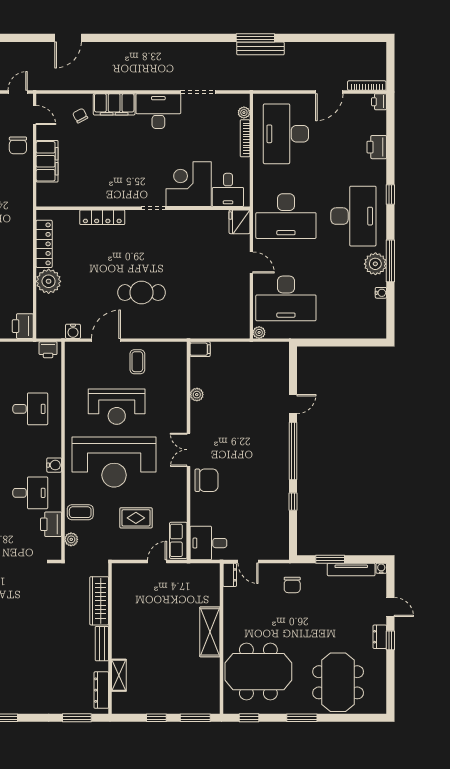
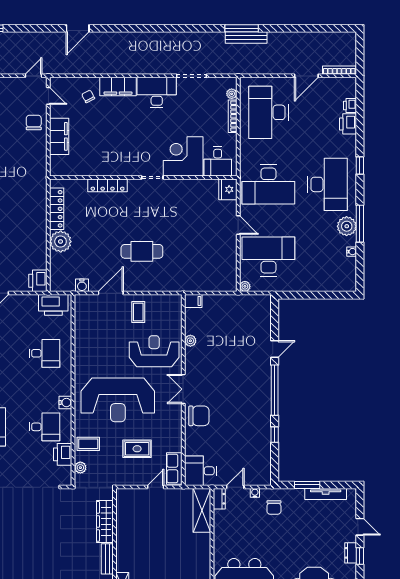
printer: (379, 102) -> (350, 106), moved
chair: (18, 145) -> (34, 122), turned 180
desk: (286, 298) -> (268, 257), turned 180
printer: (48, 350) -> (53, 305), width x1.87, depth x1.48
reception desk: (117, 407) -> (154, 351), moved, turned 180
door: (248, 562) -> (235, 487), swing flipped
water cooler: (381, 568) -> (255, 493), moved
shelving: (210, 632) -> (202, 510), moved

